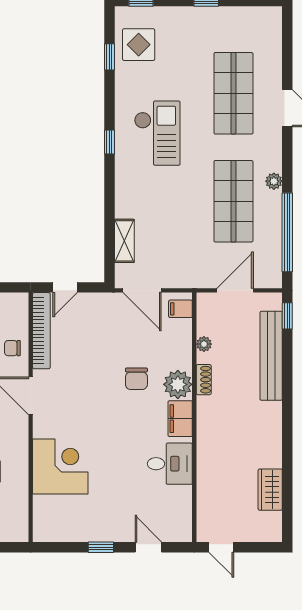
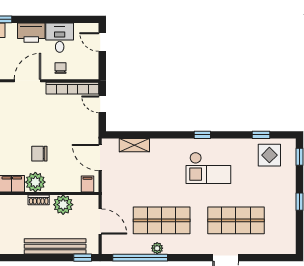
plant: (274, 181) -> (157, 248), moved
door: (142, 290) -> (100, 157), hinge flipped
plant: (204, 344) -> (63, 205), width x1.88, depth x1.88

